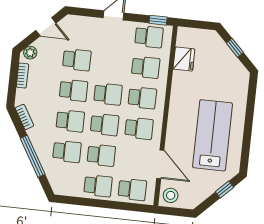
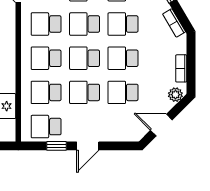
window: (158, 20) -> (57, 146), moved
school desk: (111, 63) -> (85, 92), added

